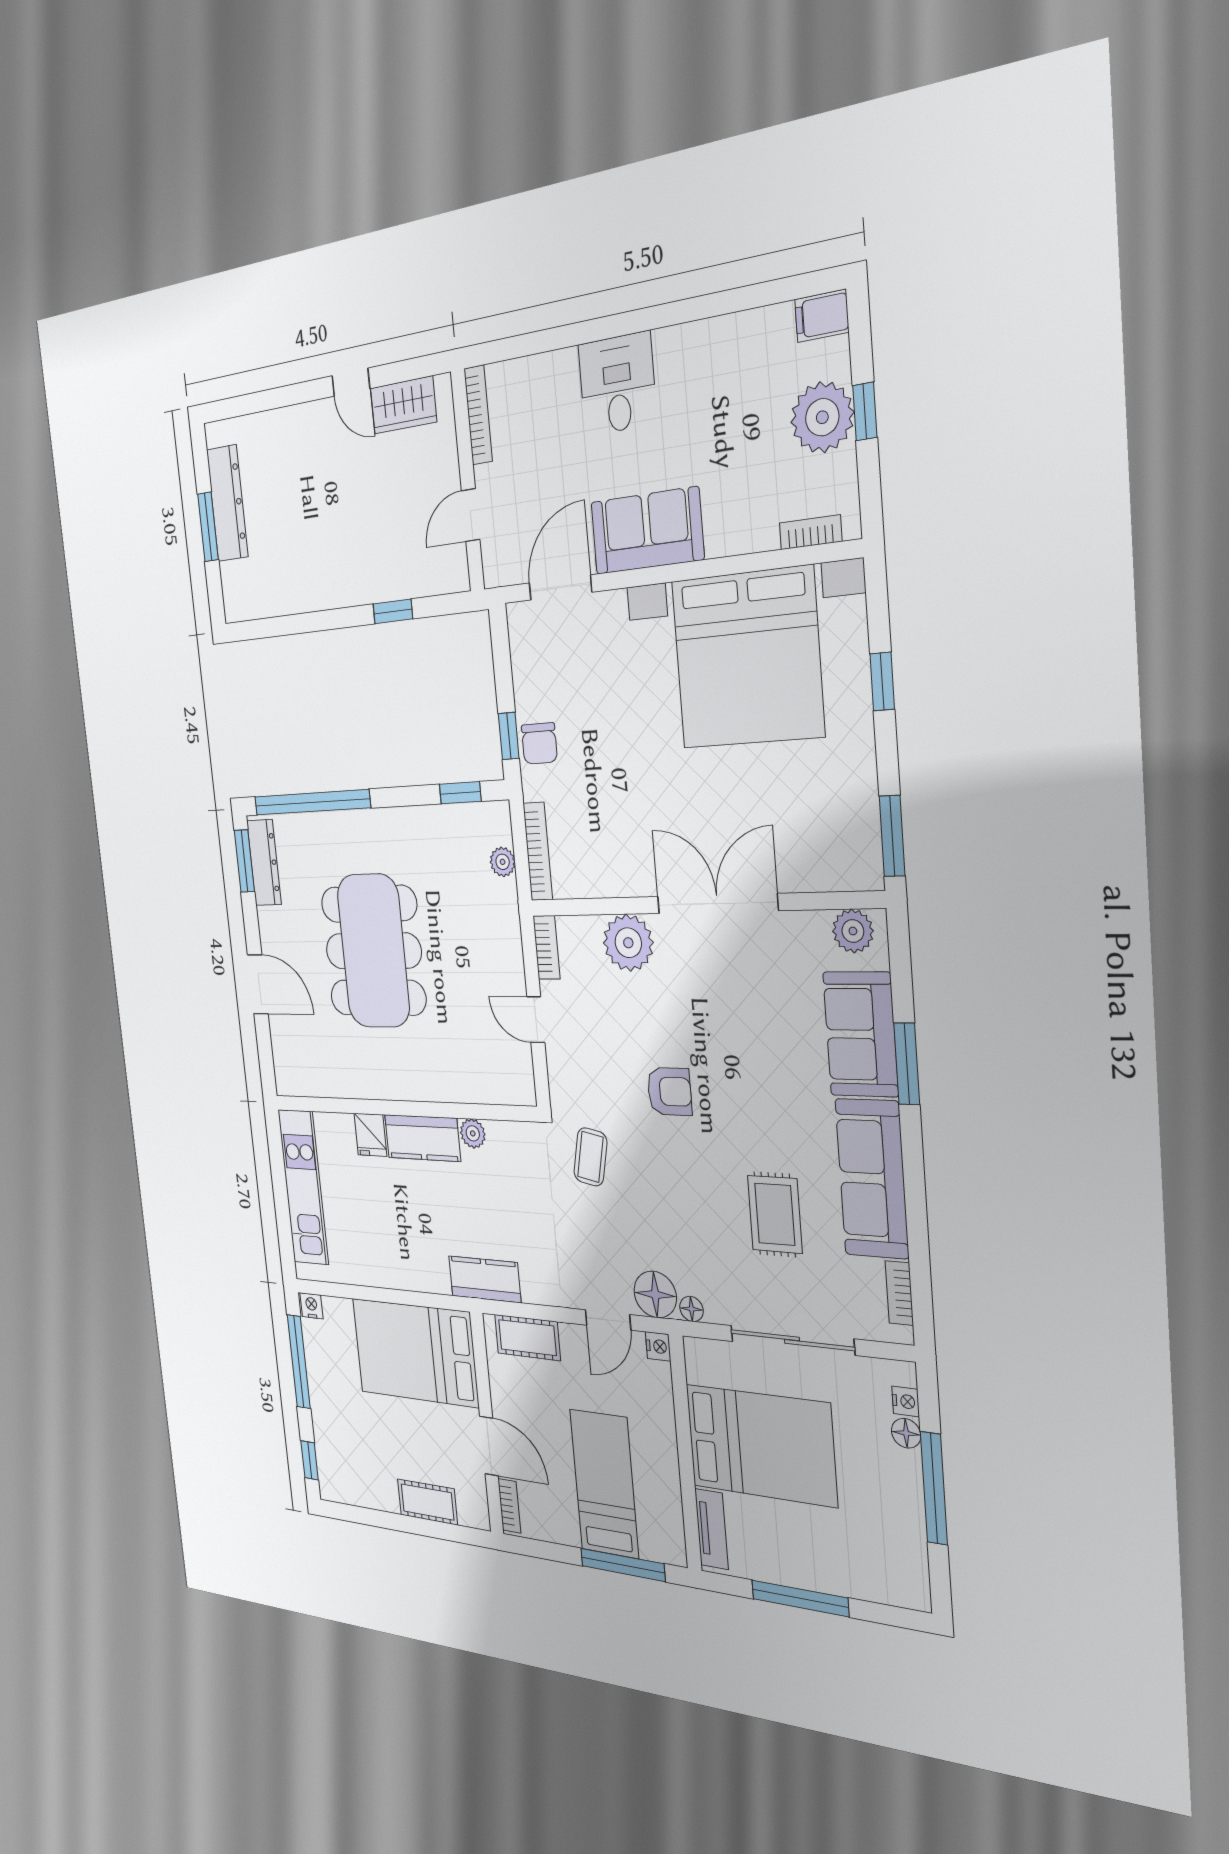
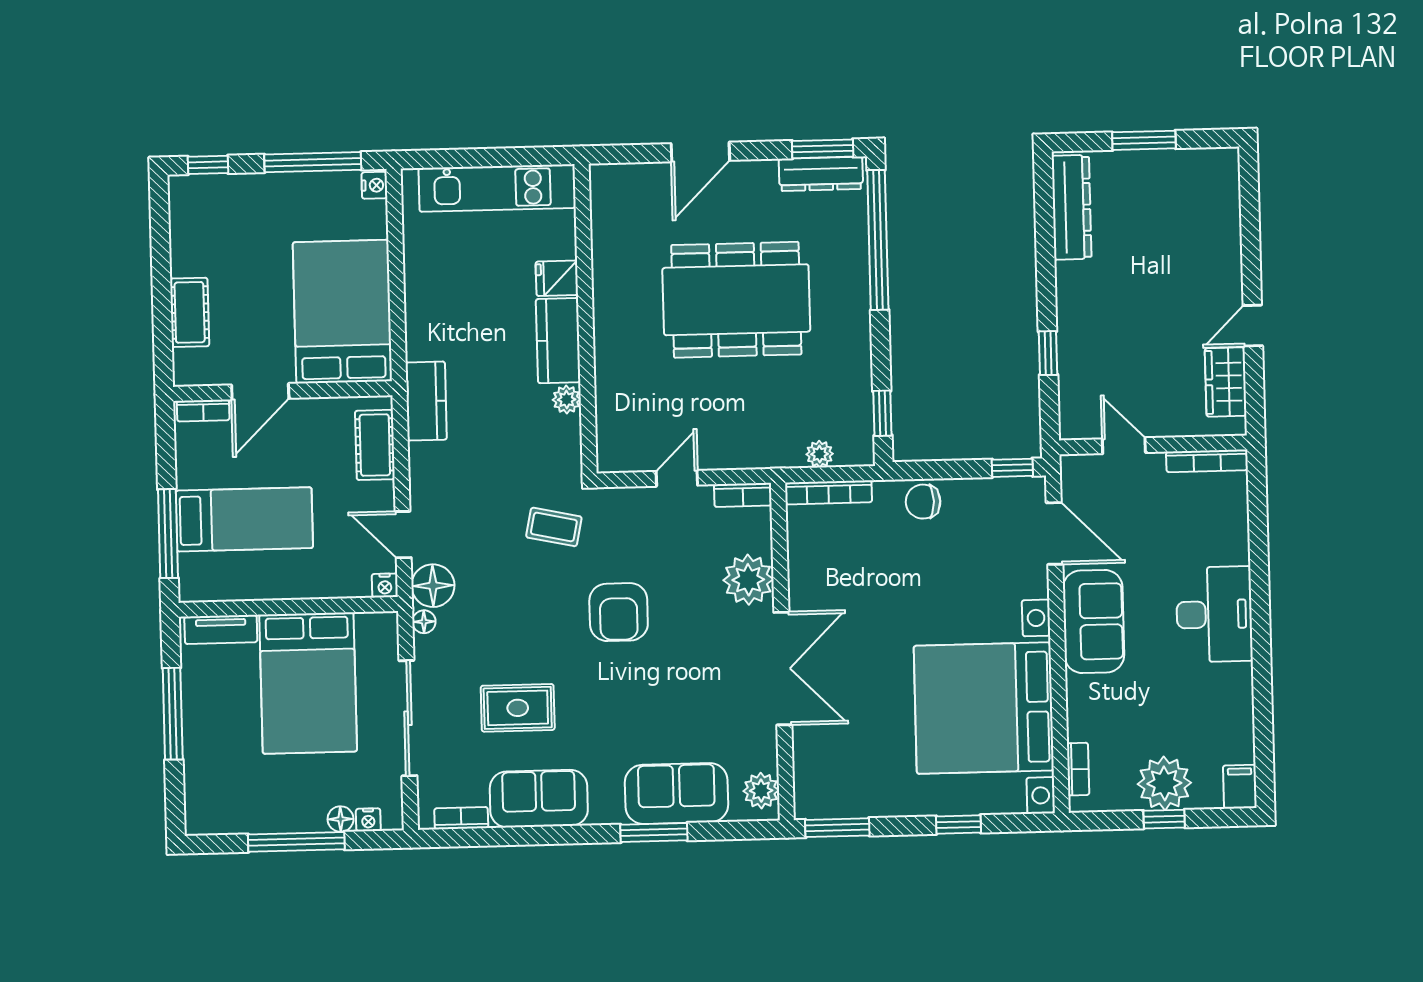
desk: (617, 384) -> (1214, 614), width x1.37
dresser: (227, 503) -> (1071, 207), moved, turned -90
window: (509, 736) -> (1012, 468), moved
armchair: (669, 1091) -> (619, 612), width x1.38, depth x1.38
sofa: (872, 1179) -> (539, 799), width x0.73

